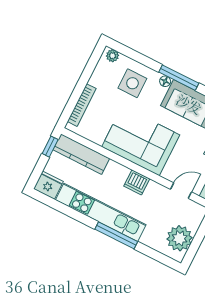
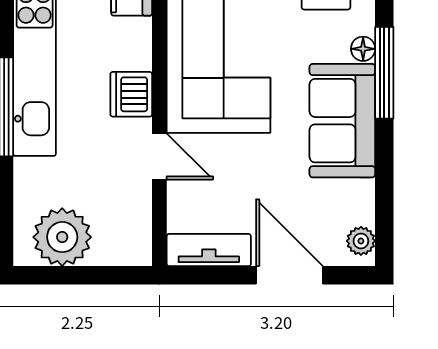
door: (181, 191) -> (159, 156), moved

